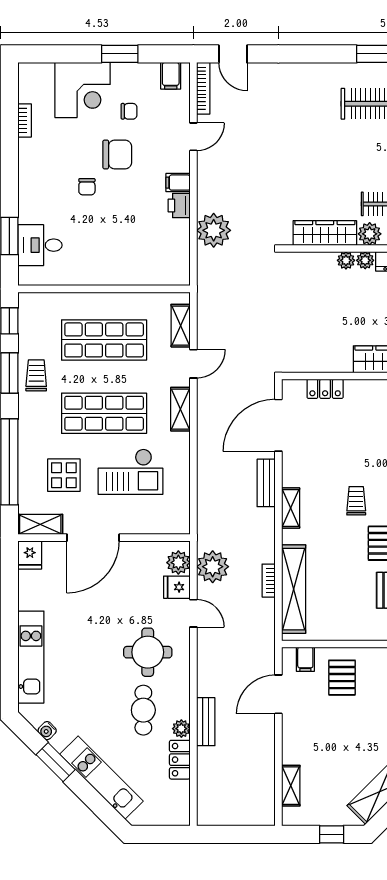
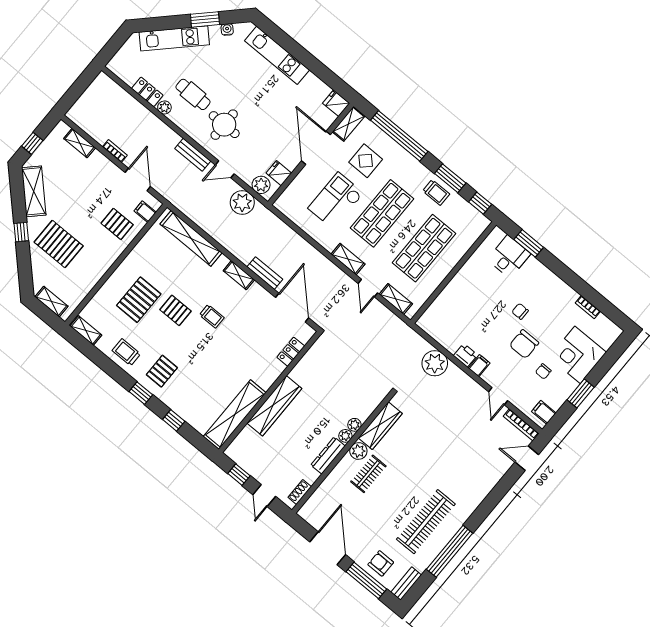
bookcase: (269, 581) -> (115, 151), moved
fridge: (177, 587) -> (279, 173), moved, turned -90
bench: (206, 722) -> (193, 155), moved

